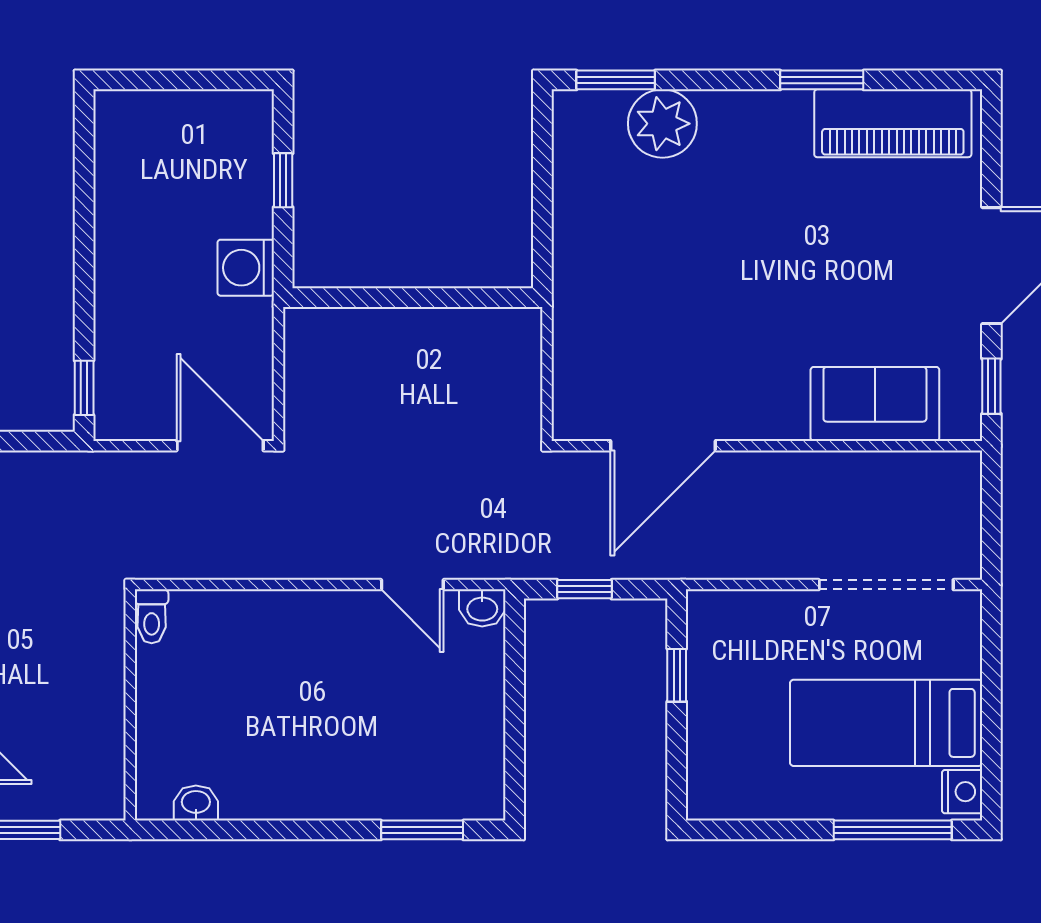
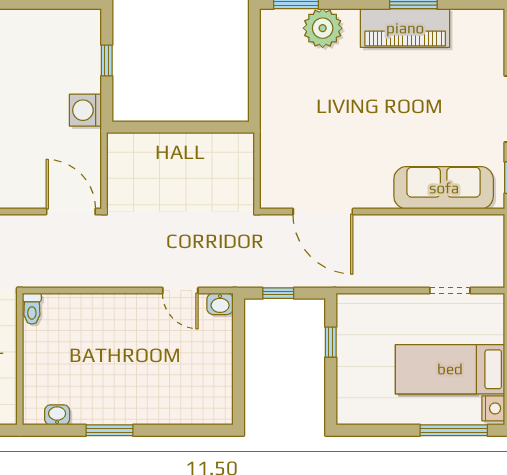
piano: (893, 123) -> (405, 28), moved
sofa: (875, 404) -> (444, 188), width x1.36
door: (663, 446) -> (323, 212), hinge flipped
doorway: (886, 585) -> (450, 291), width x0.53
window: (422, 830) -> (109, 430), moved

